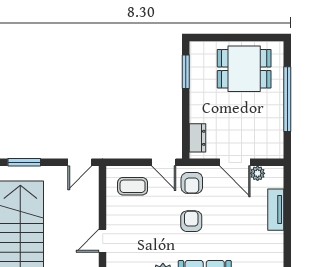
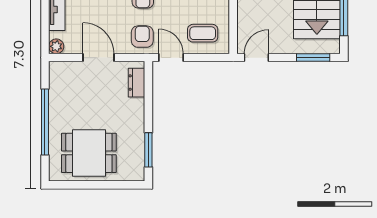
plant: (258, 173) -> (56, 46), moved

